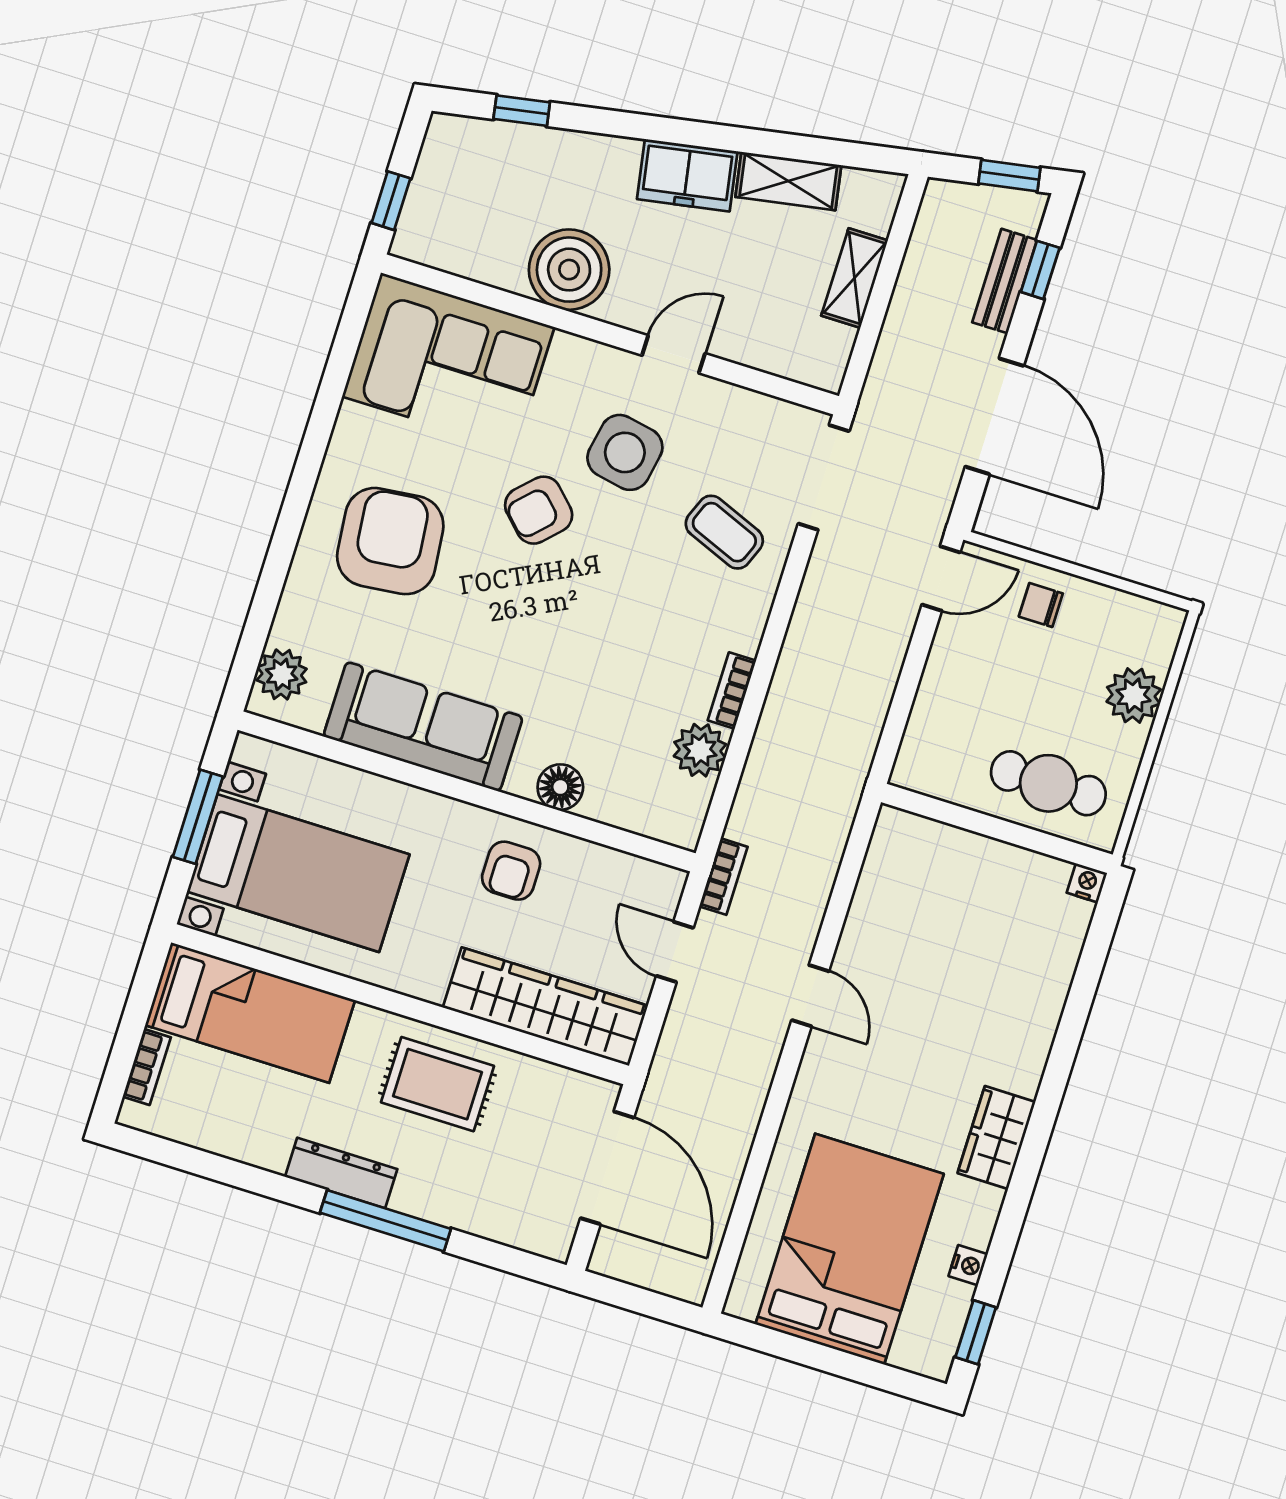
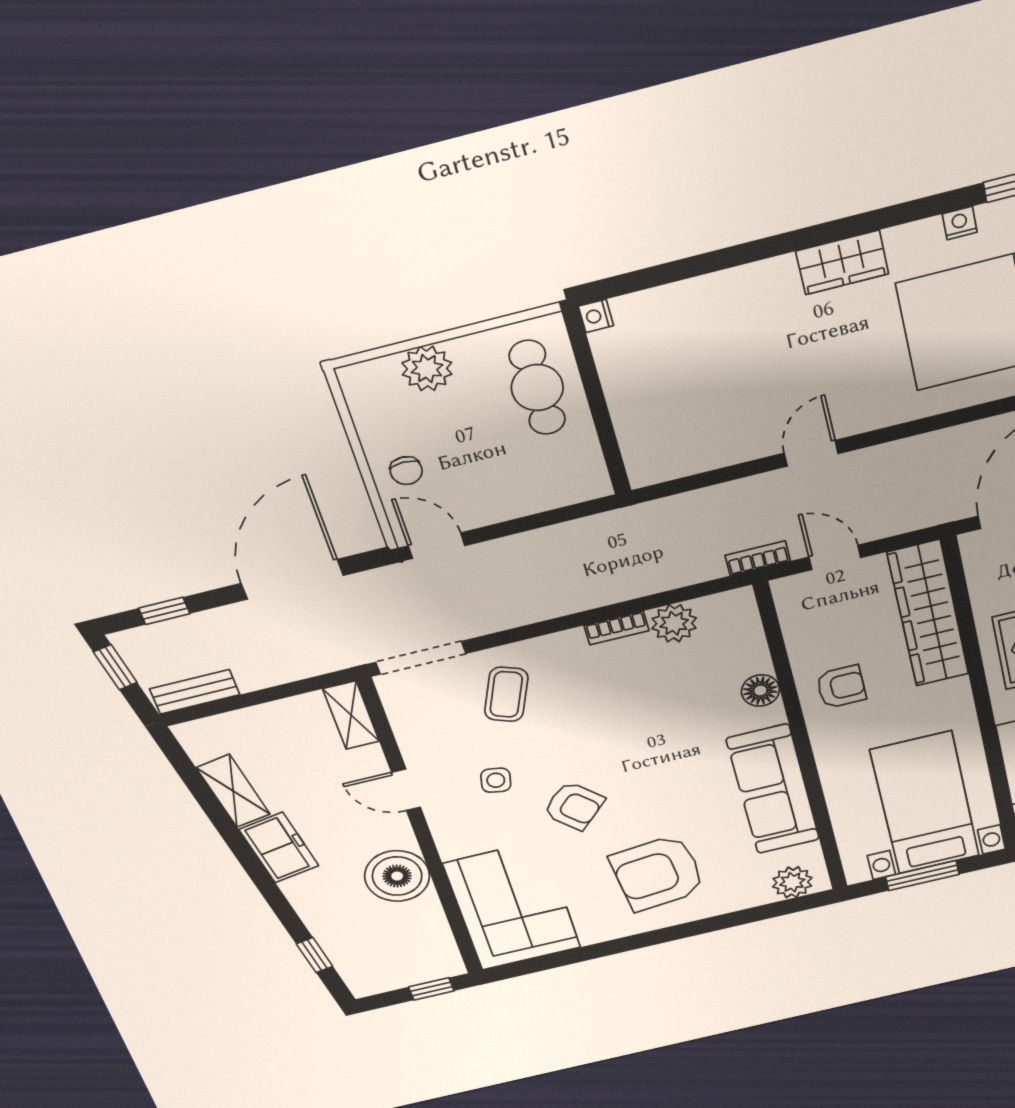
shelving: (855, 278) -> (351, 715), moved, turned 90
bench: (1005, 281) -> (195, 692), moved
side table: (625, 452) -> (496, 780), width x0.54, depth x0.54
door: (675, 952) -> (835, 557), swing flipped

